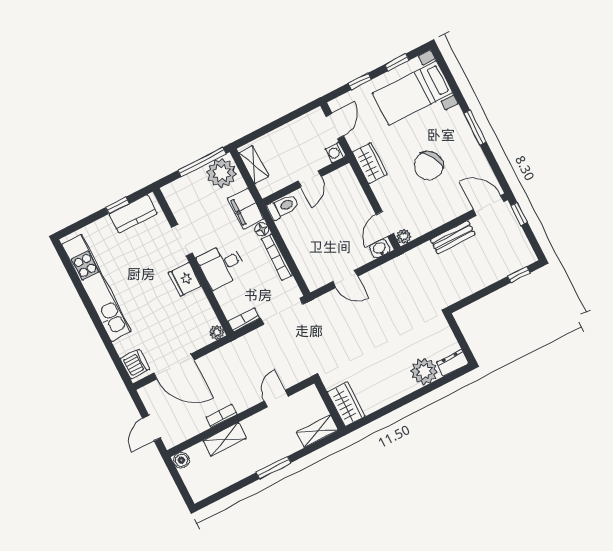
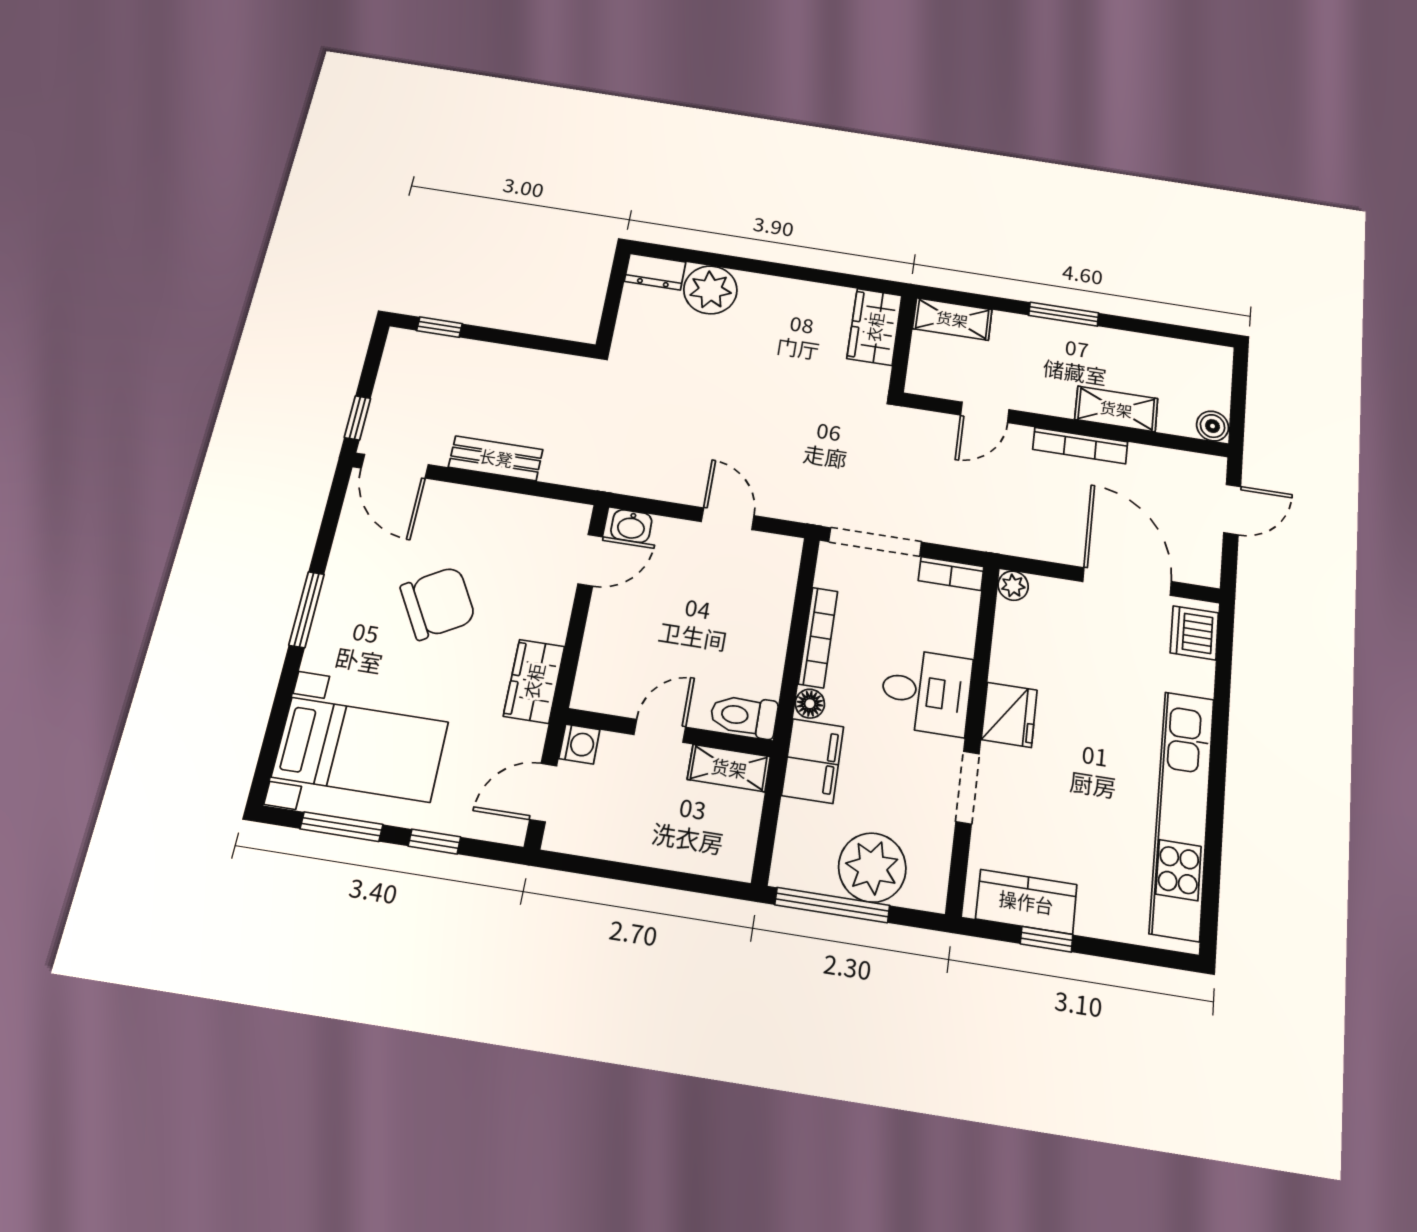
window: (397, 62) -> (342, 827), width x1.50
shelving: (254, 165) -> (729, 768), moved, turned 90
plant: (221, 173) -> (872, 867), moved
plant: (404, 236) -> (575, 517), removed
bookcase: (222, 416) -> (1080, 446), width x1.56

